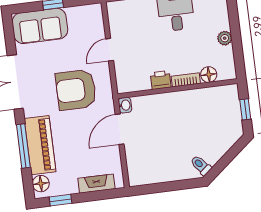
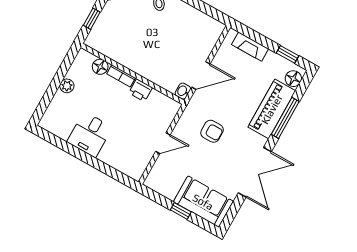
armchair: (76, 90) -> (212, 131), width x0.53, depth x0.53

